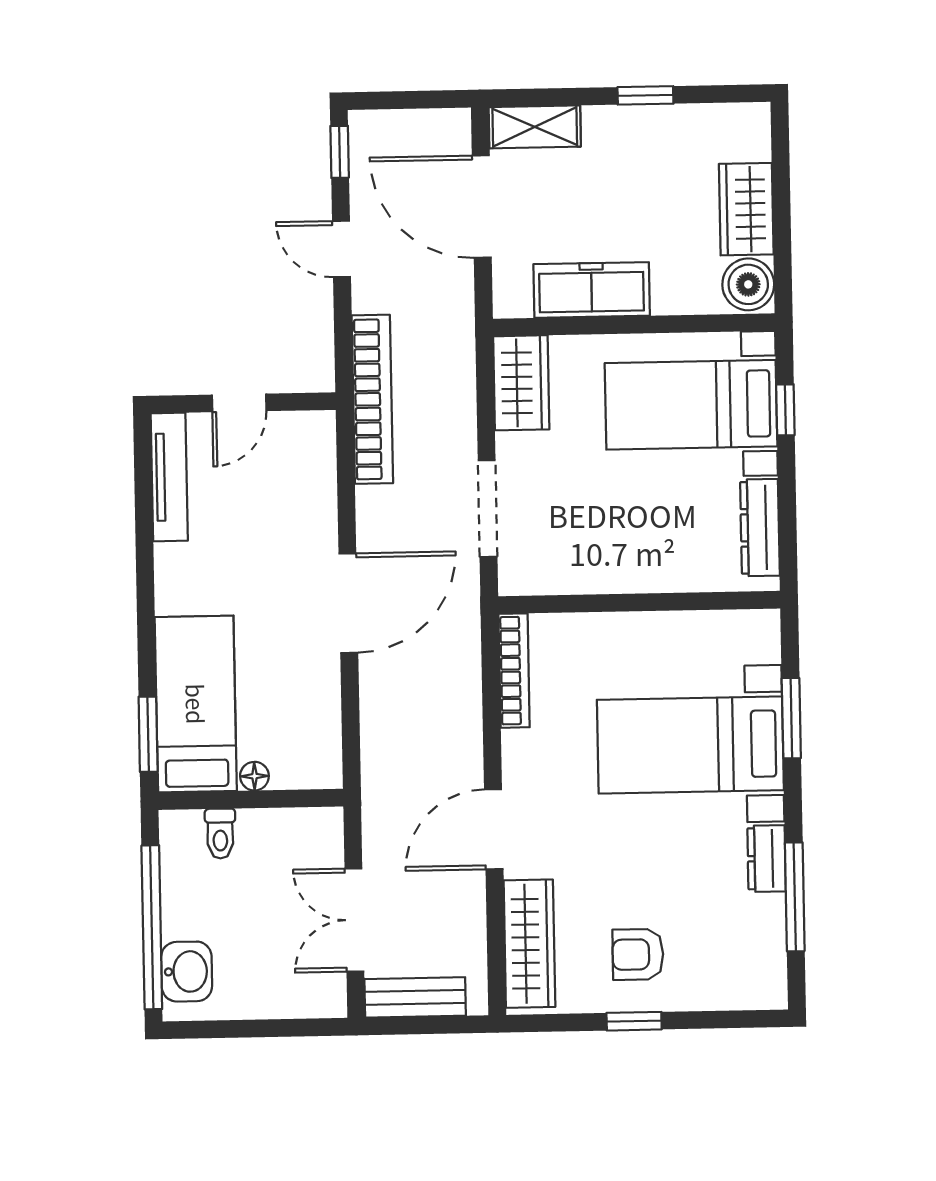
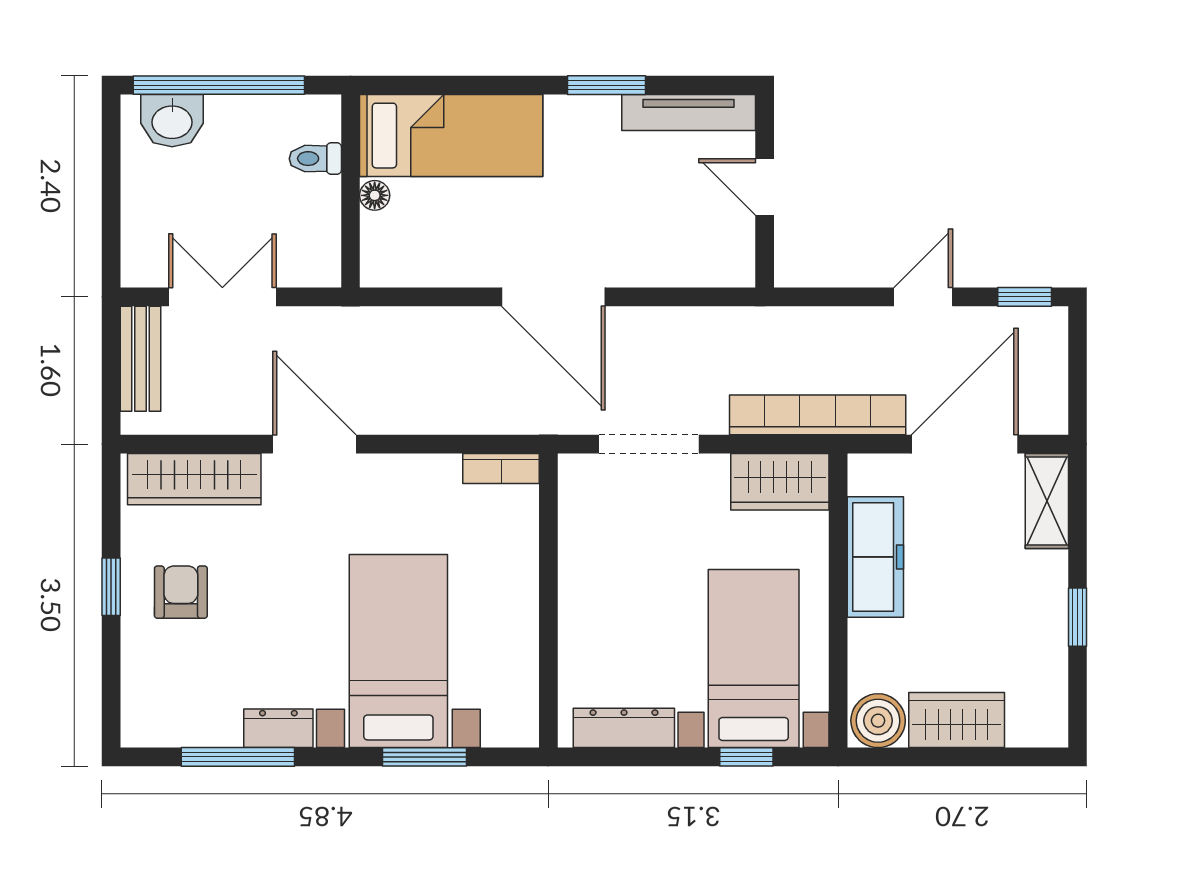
bookcase: (372, 399) -> (818, 415), moved, turned 180
bookcase: (514, 671) -> (501, 468), width x0.64
window: (148, 734) -> (607, 85), moved

